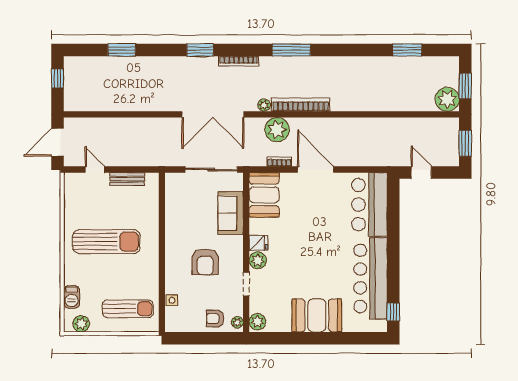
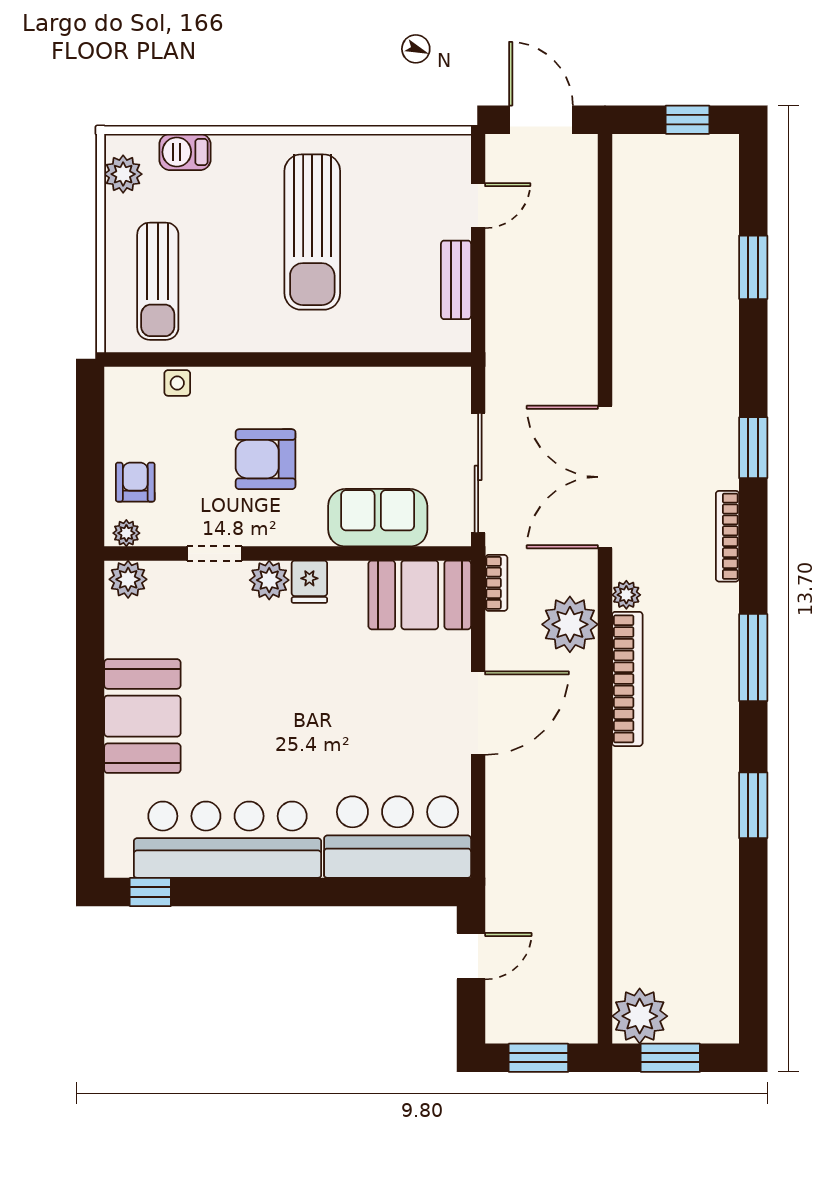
window: (407, 50) -> (753, 805), moved
bookcase: (279, 162) -> (496, 583), moved

